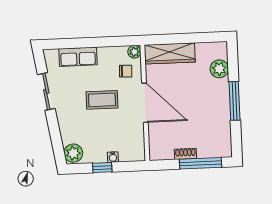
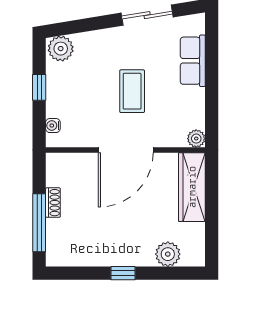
chair: (126, 71) -> (170, 125), removed
window: (234, 101) -> (123, 273), width x0.46
water cooler: (113, 157) -> (53, 126), moved

